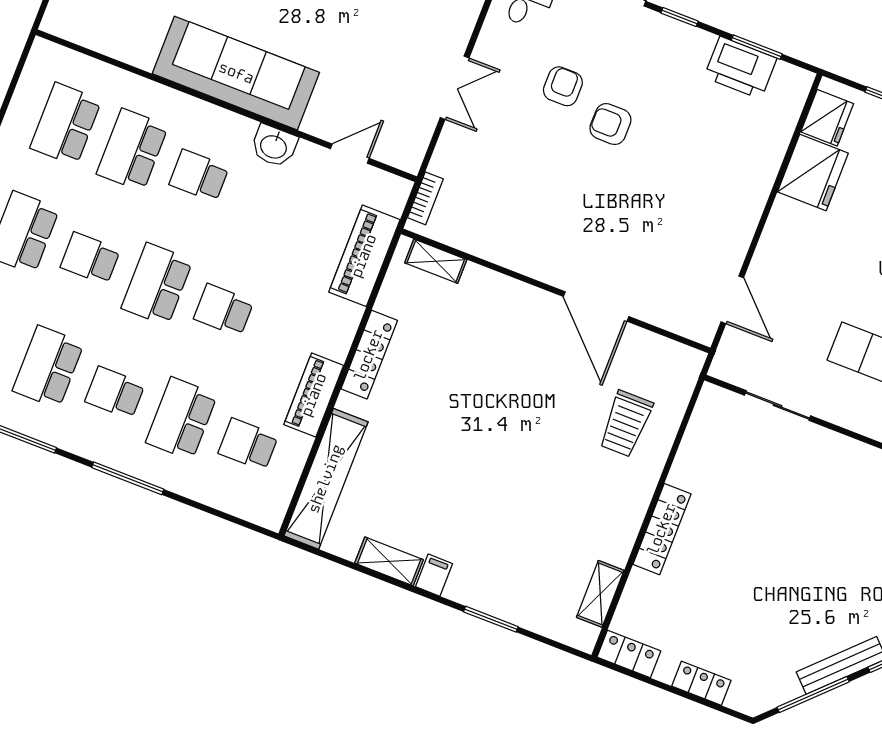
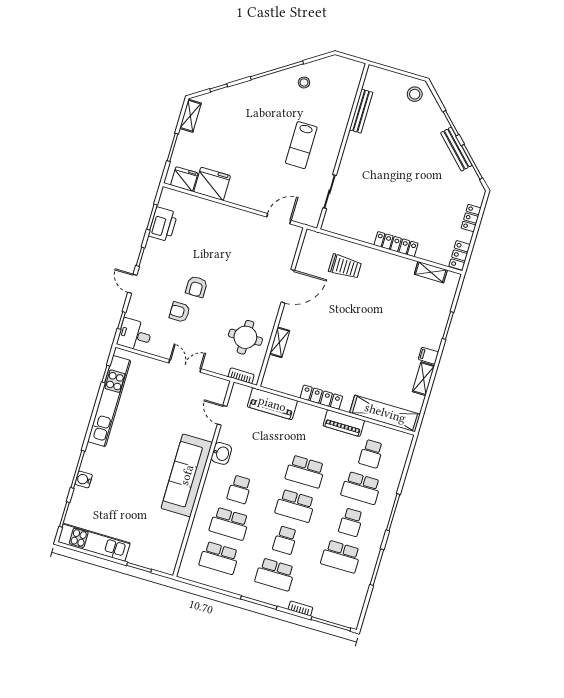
round table: (501, 213) -> (245, 337), added
shelving: (436, 261) -> (280, 342), moved
school desk: (224, 310) -> (305, 472), width x1.85

